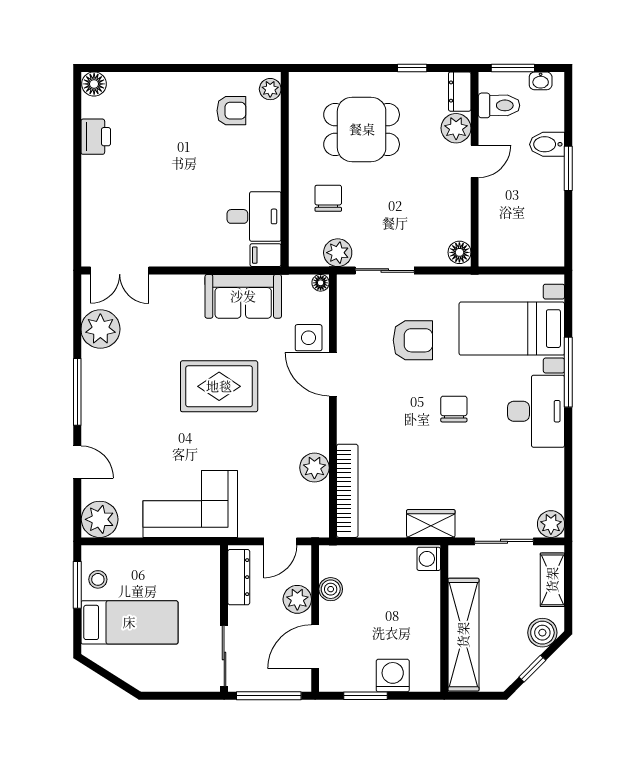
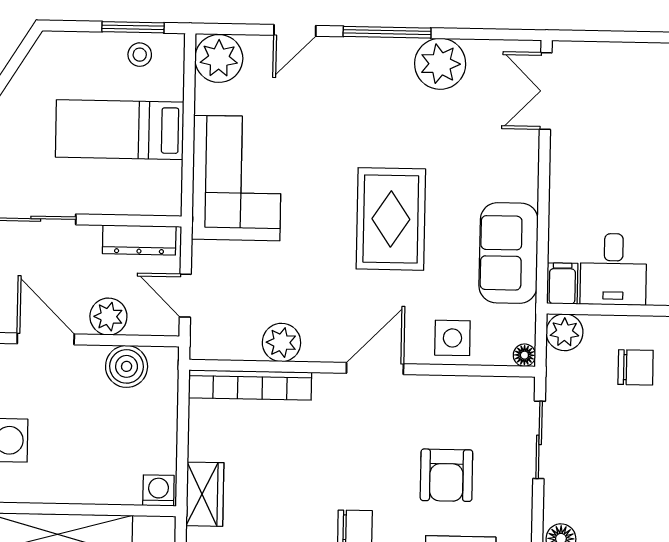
plant: (338, 253) -> (565, 332), moved
plant: (100, 329) -> (440, 64), moved
door: (333, 374) -> (375, 368), moved
boiler: (331, 589) -> (127, 366), width x1.36, depth x1.36
bed: (129, 622) -> (120, 130), moved, turned 90

